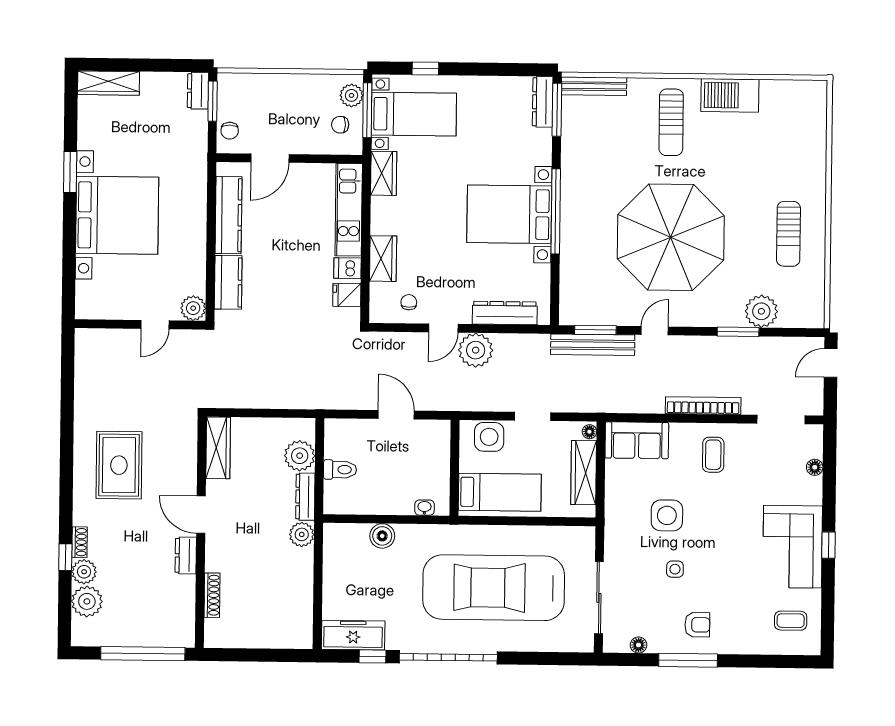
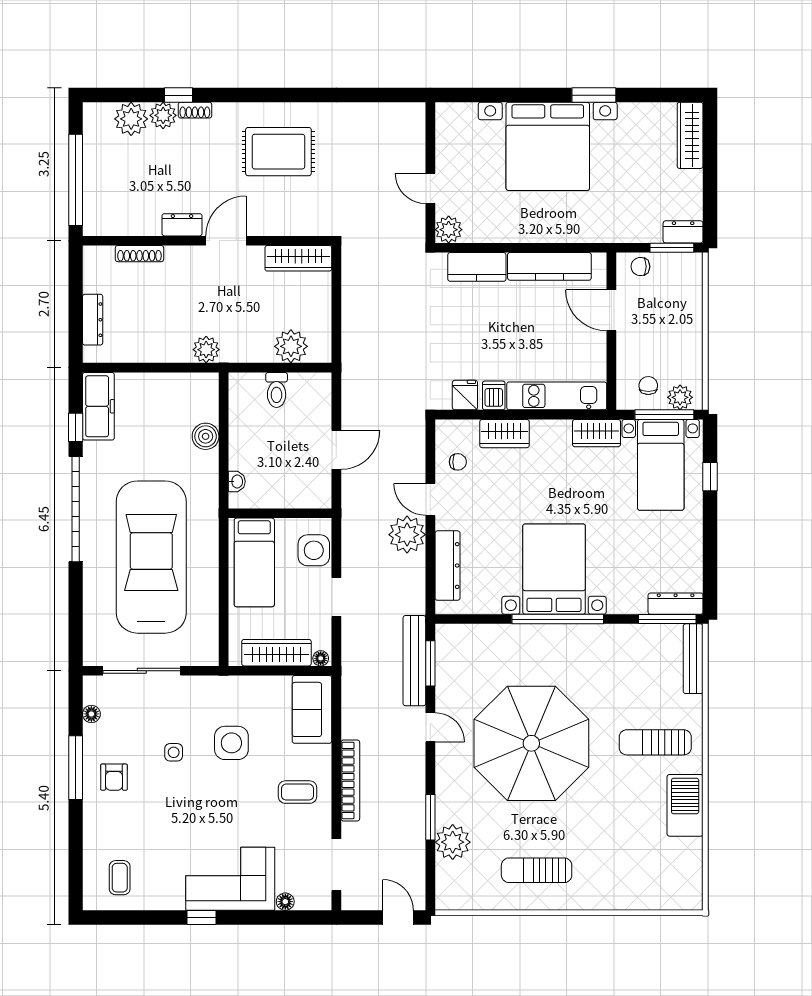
dresser: (305, 497) -> (93, 320), moved, turned 90
corner sofa: (793, 547) -> (230, 879), moved

